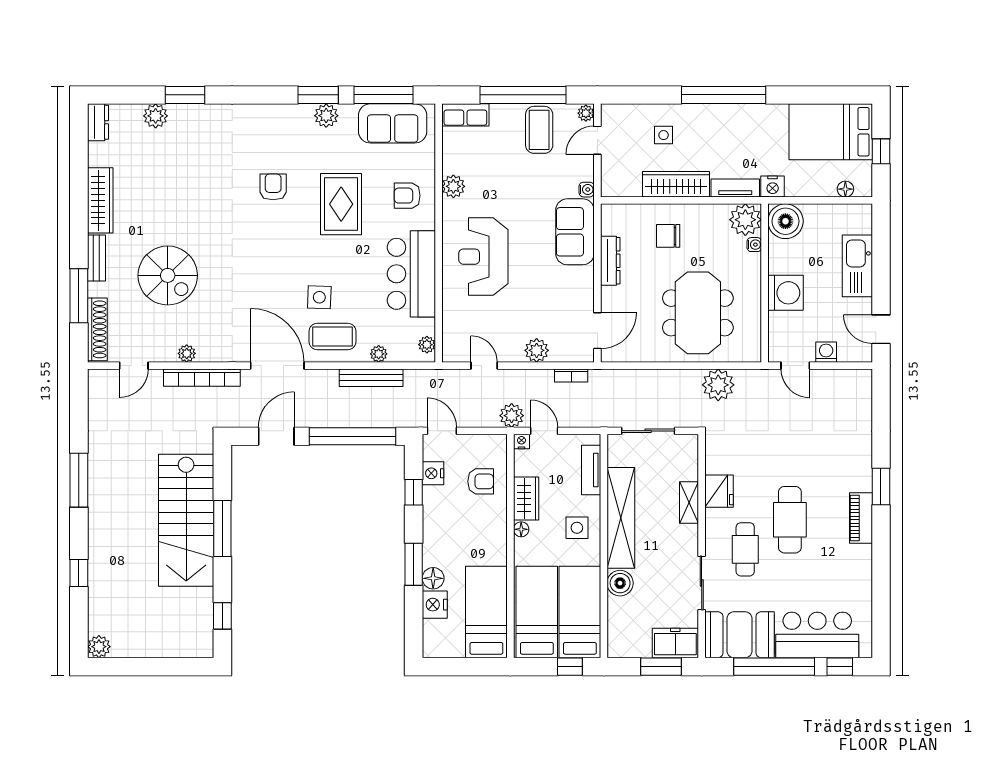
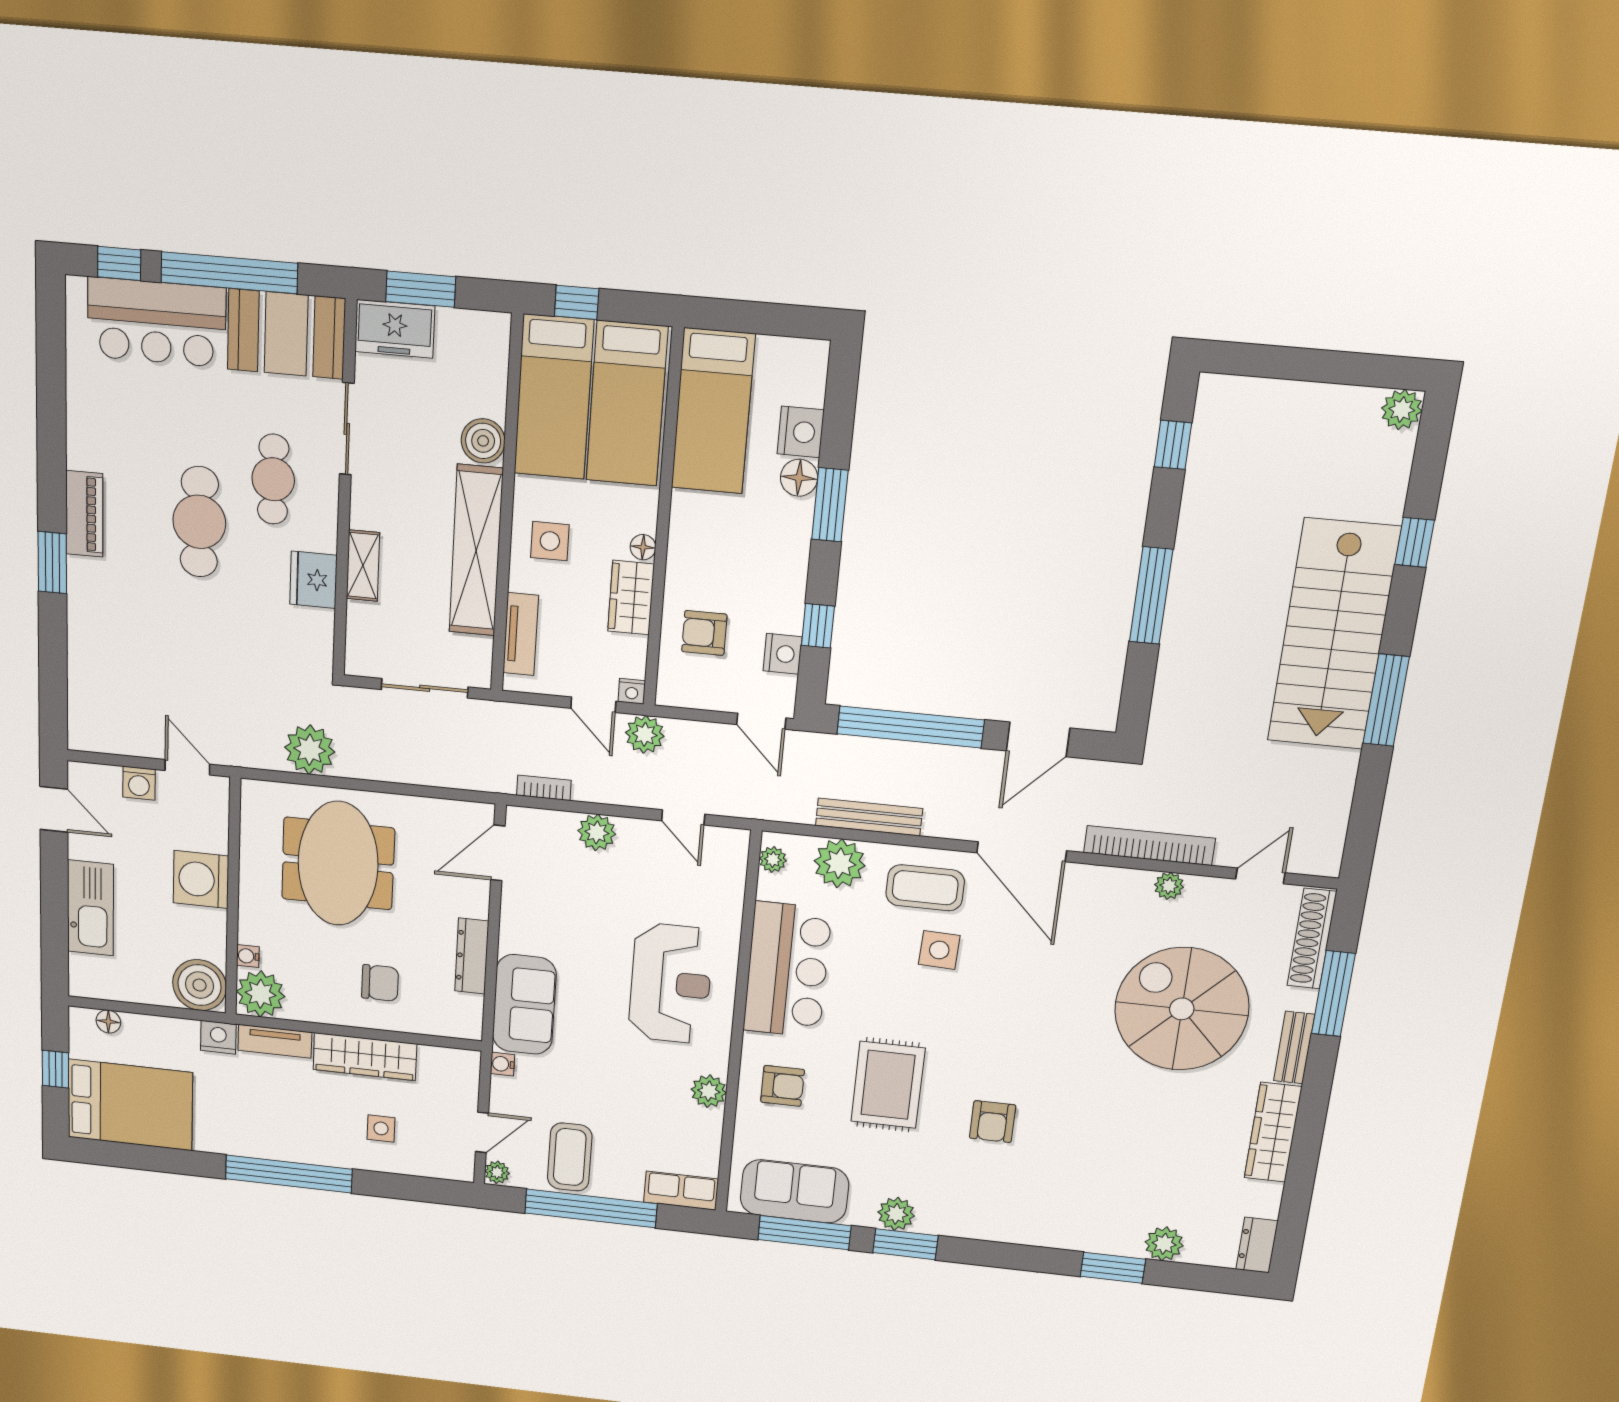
spiral stairs: (168, 275) -> (1182, 1009), width x1.37, depth x1.37
plant: (379, 354) -> (840, 863), width x1.88, depth x1.88
stairs: (186, 520) -> (1334, 635), moved, turned 180

